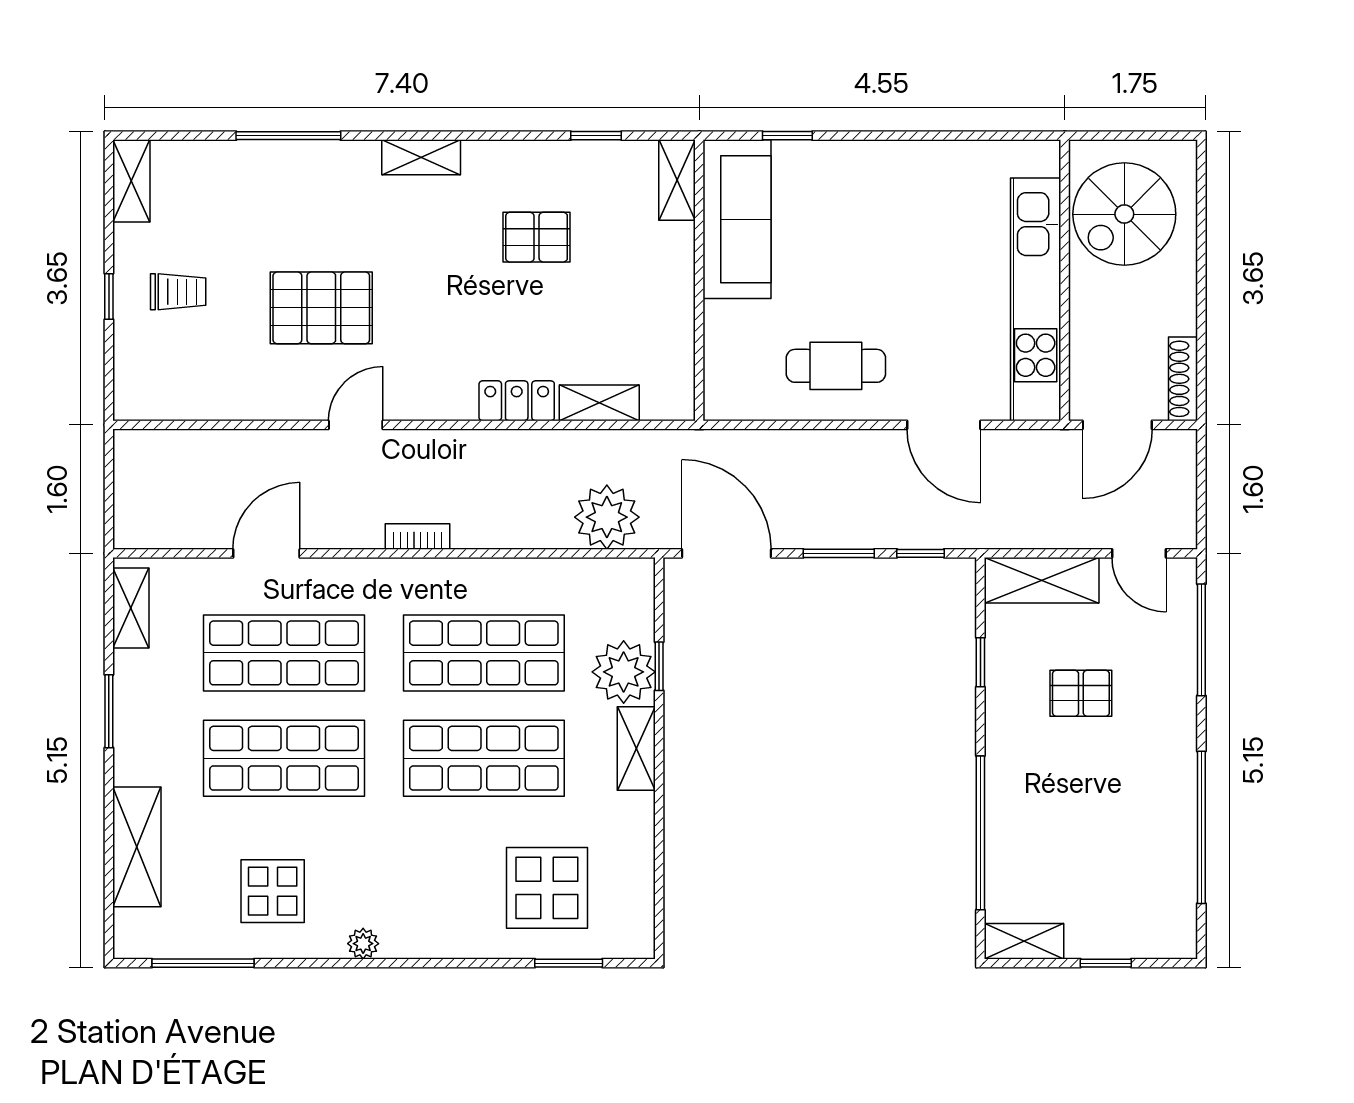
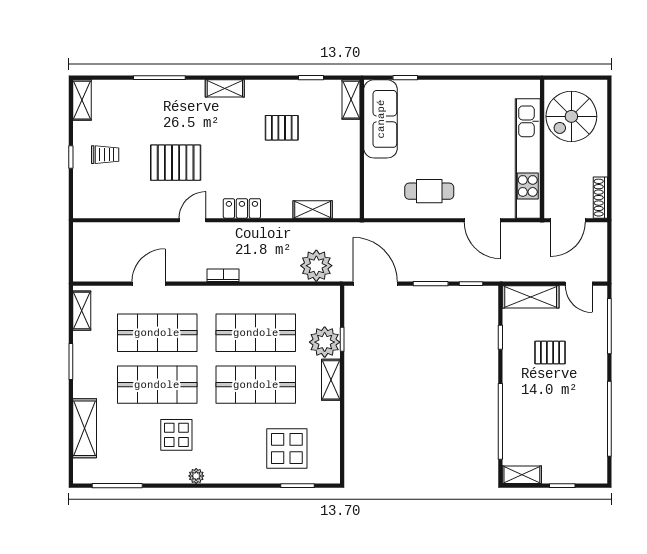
locker: (517, 401) -> (242, 208), moved
display table: (273, 891) -> (176, 435), moved

